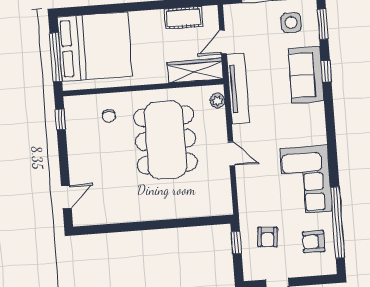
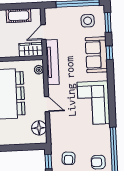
wardrobe: (195, 71) -> (31, 50), width x0.67
corner sofa: (306, 180) -> (94, 103), moved
floor lamp: (220, 191) -> (39, 128), added

